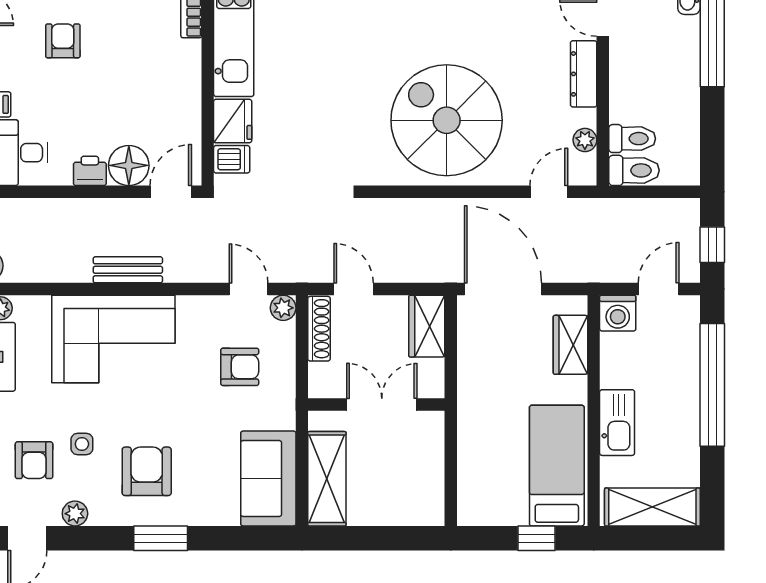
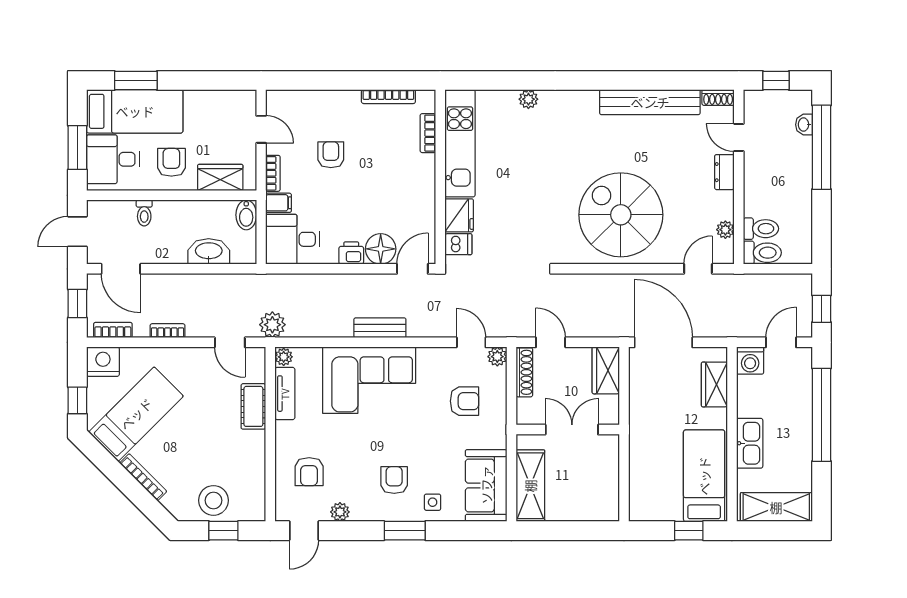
dresser: (584, 74) -> (724, 172), width x0.70
side table: (82, 444) -> (433, 502), moved
armchair: (147, 471) -> (394, 480), width x0.72, depth x0.72

